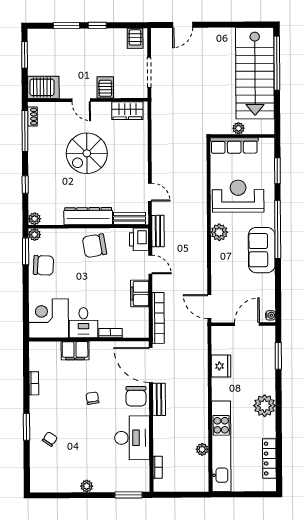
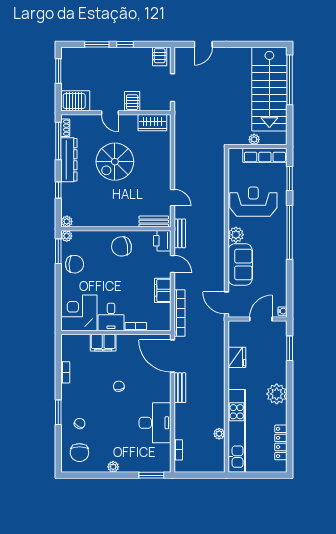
row of seats: (234, 146) -> (265, 155), moved
dresser: (88, 216) -> (69, 160), moved, turned 90
sofa: (262, 250) -> (240, 264), moved, turned 180
chair: (136, 396) -> (79, 453), moved

